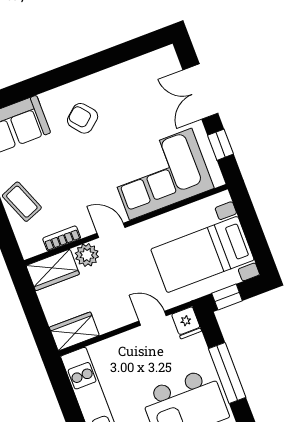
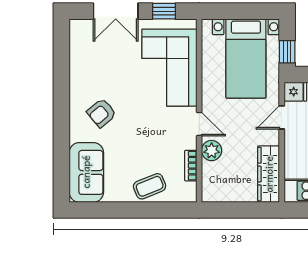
door: (111, 230) -> (199, 124), swing flipped
wardrobe: (53, 270) -> (213, 182), removed
wardrobe: (74, 331) -> (269, 174), width x1.50

